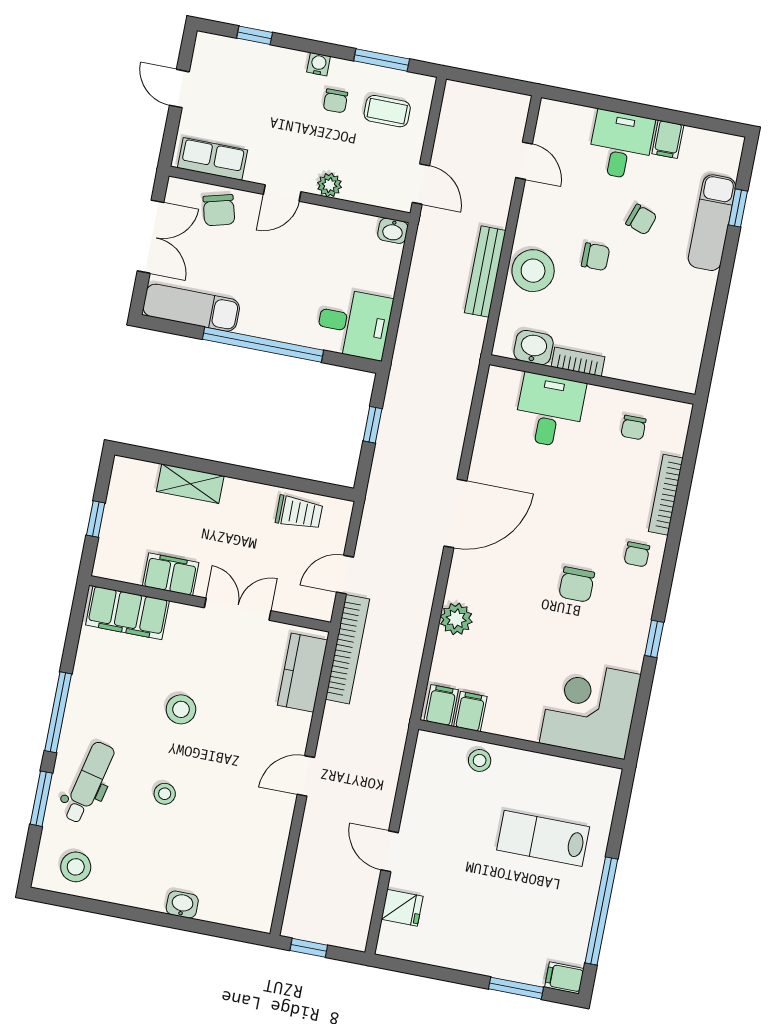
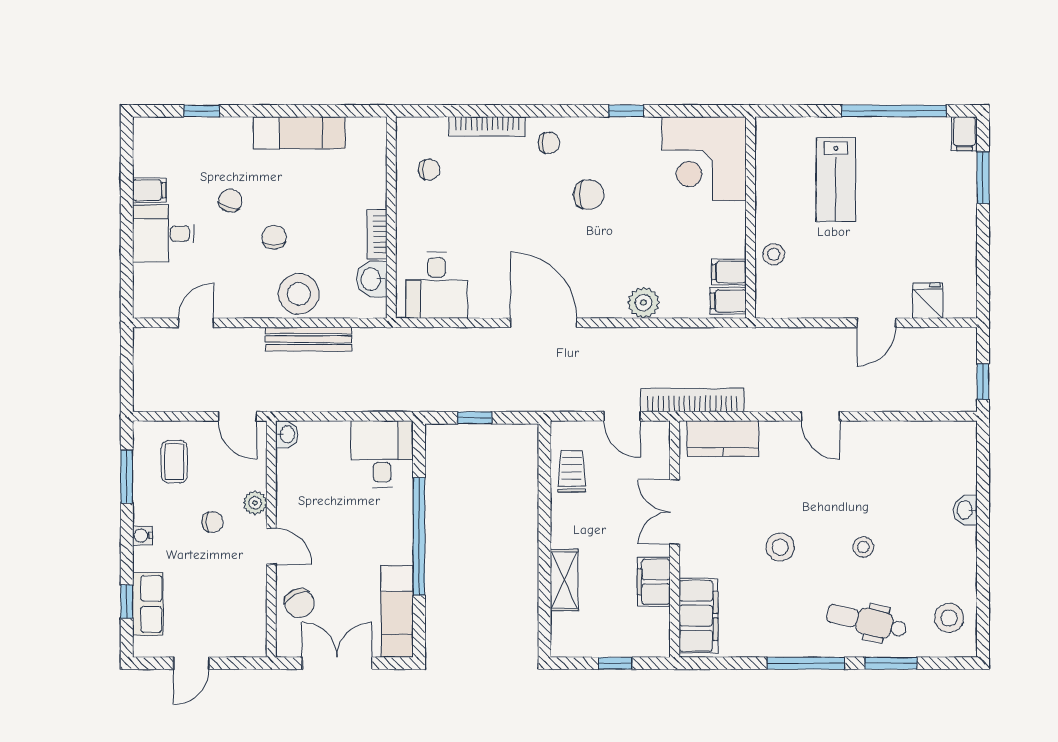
chair: (335, 101) -> (213, 522), moved
row of seats: (212, 159) -> (148, 604), moved, turned 180
door: (421, 184) -> (237, 416), swing flipped
chair: (219, 210) -> (299, 603), turned 78
exam couch: (712, 223) -> (299, 133), moved
desk: (550, 411) -> (436, 285), moved, turned -90

